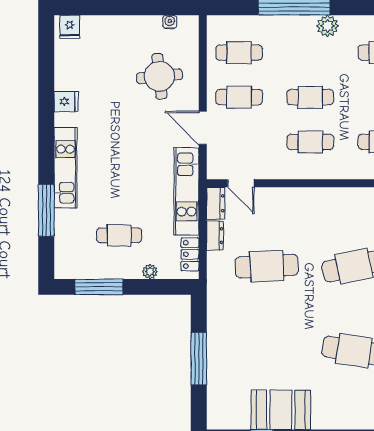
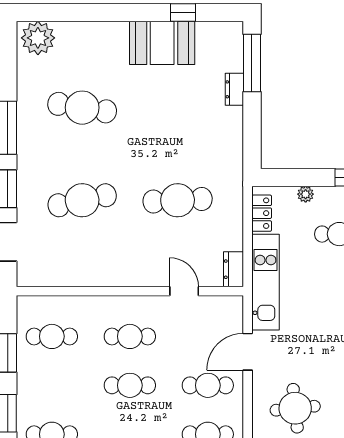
door: (203, 128) -> (248, 352), swing flipped
door: (241, 183) -> (184, 291), moved
dresser: (215, 236) -> (234, 89), moved
window: (199, 358) -> (252, 63), moved

